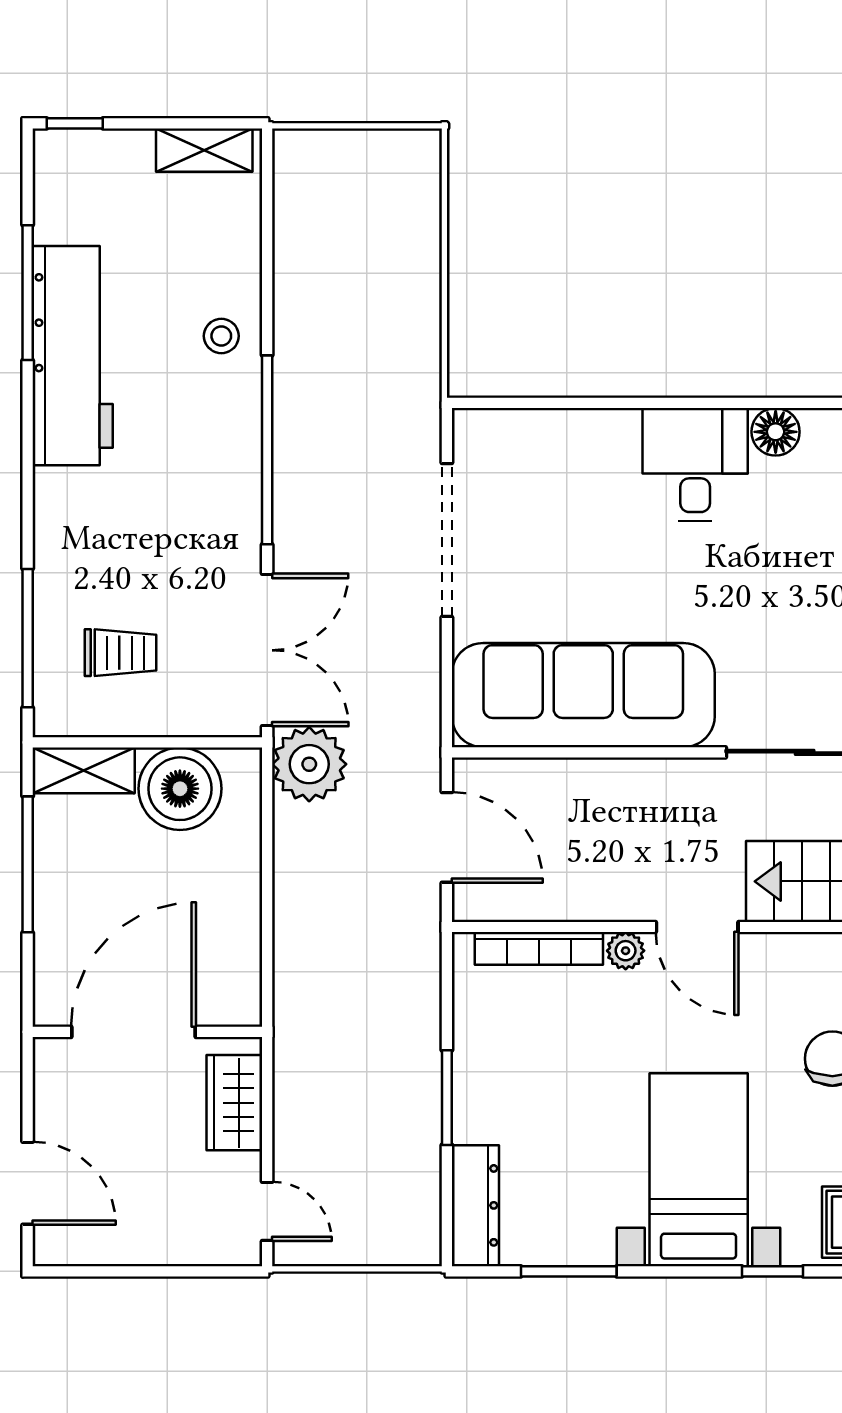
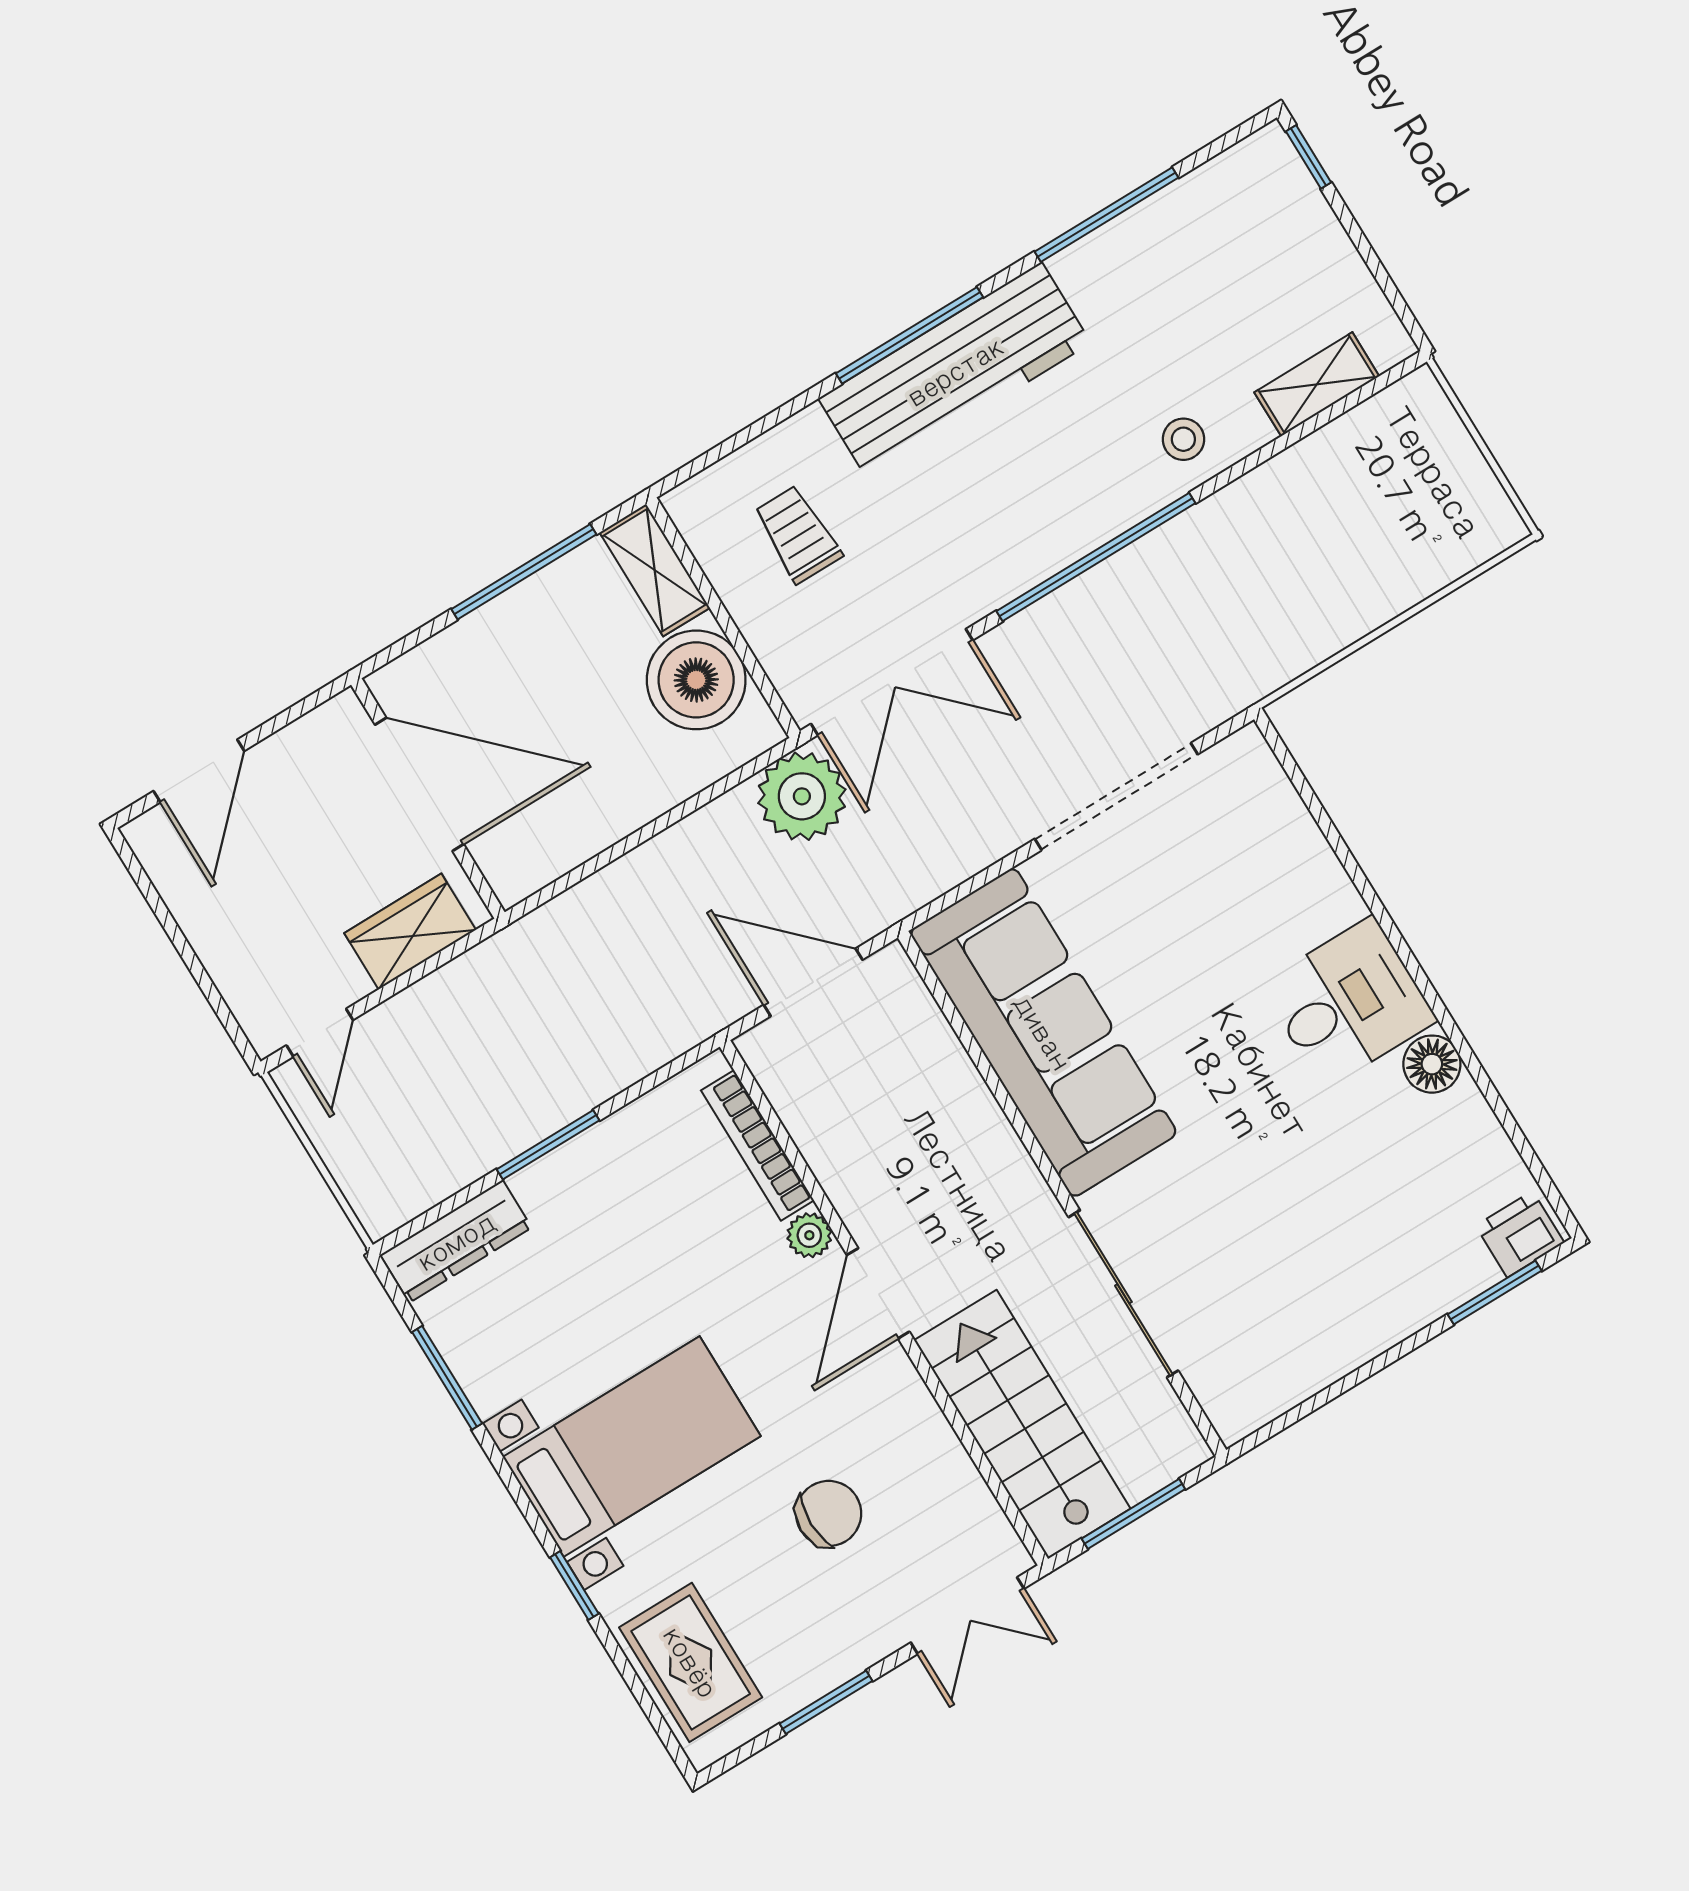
shelving: (204, 150) -> (1317, 384), moved, turned 90
workbench: (73, 356) -> (955, 371), moved
window: (28, 638) -> (910, 335), moved
trolley: (121, 653) -> (798, 534), turned 180
door: (447, 837) -> (813, 982), swing flipped

